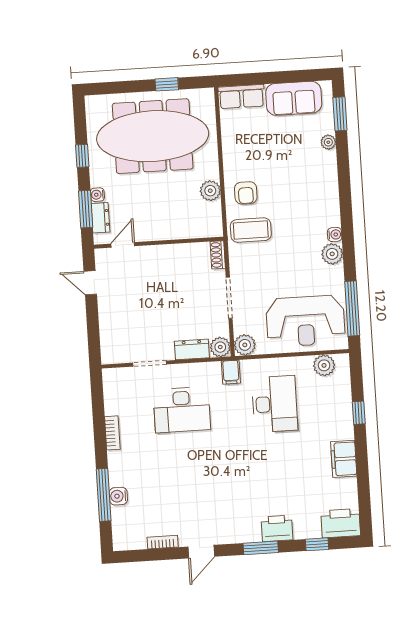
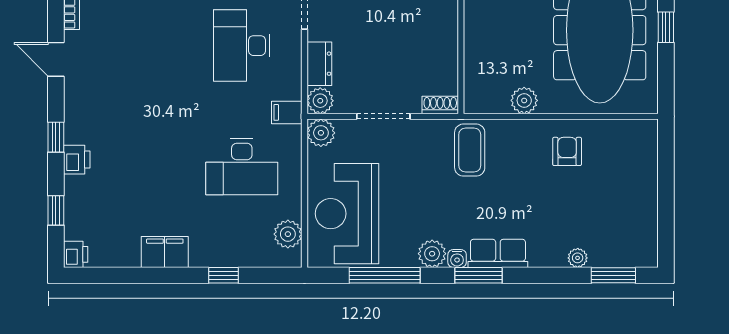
window: (167, 84) -> (666, 27), moved
row of seats: (241, 97) -> (498, 253), moved, turned 90
sofa: (294, 98) -> (637, 217), removed
armchair: (246, 193) -> (567, 151), moved, turned 90
window: (346, 217) -> (479, 275), added
window: (352, 309) -> (385, 275), moved
printer: (341, 523) -> (76, 254), width x0.53, depth x0.68
printer: (277, 528) -> (77, 160), width x0.73, depth x0.81
window: (261, 548) -> (56, 137), width x0.67

